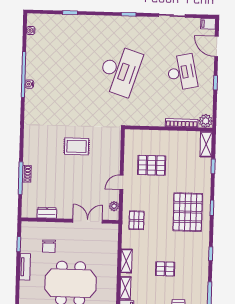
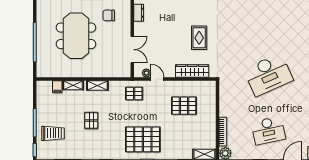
desk: (120, 71) -> (268, 75), turned -42
wardrobe: (113, 155) -> (192, 71), added
pallet: (152, 165) -> (184, 106), turned 90
door: (121, 182) -> (157, 79), moved

